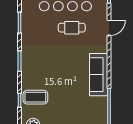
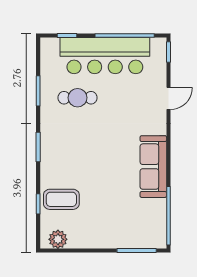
cafe table: (72, 28) -> (78, 98), moved

